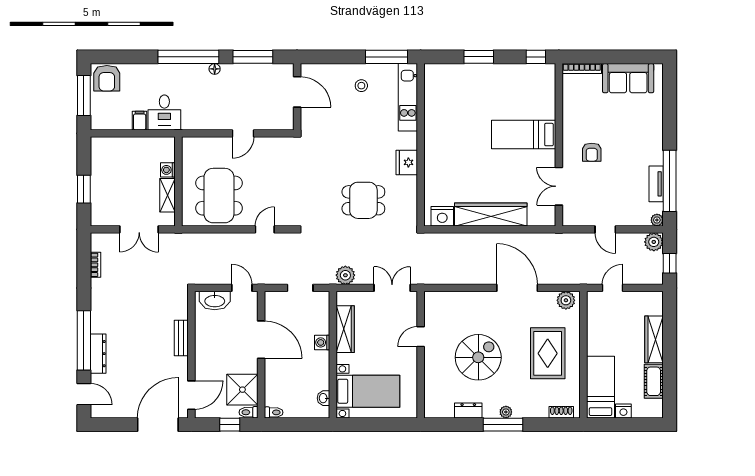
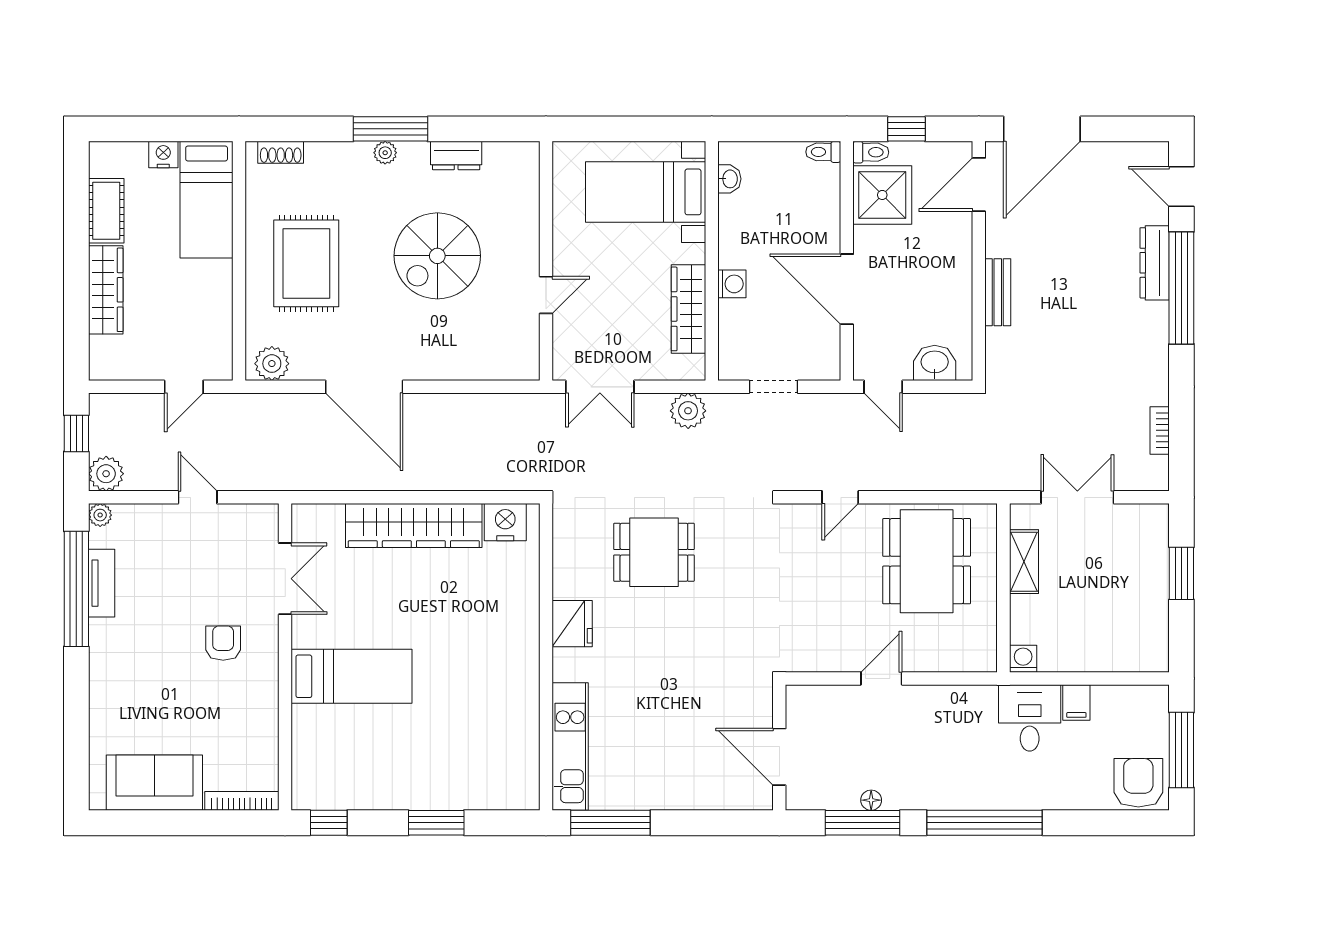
floor lamp: (215, 69) -> (871, 800), moved
stool: (361, 86) -> (658, 769), removed
washing machine: (168, 170) -> (1023, 659), moved, turned -90
washbasin: (215, 301) -> (935, 363), width x0.72

